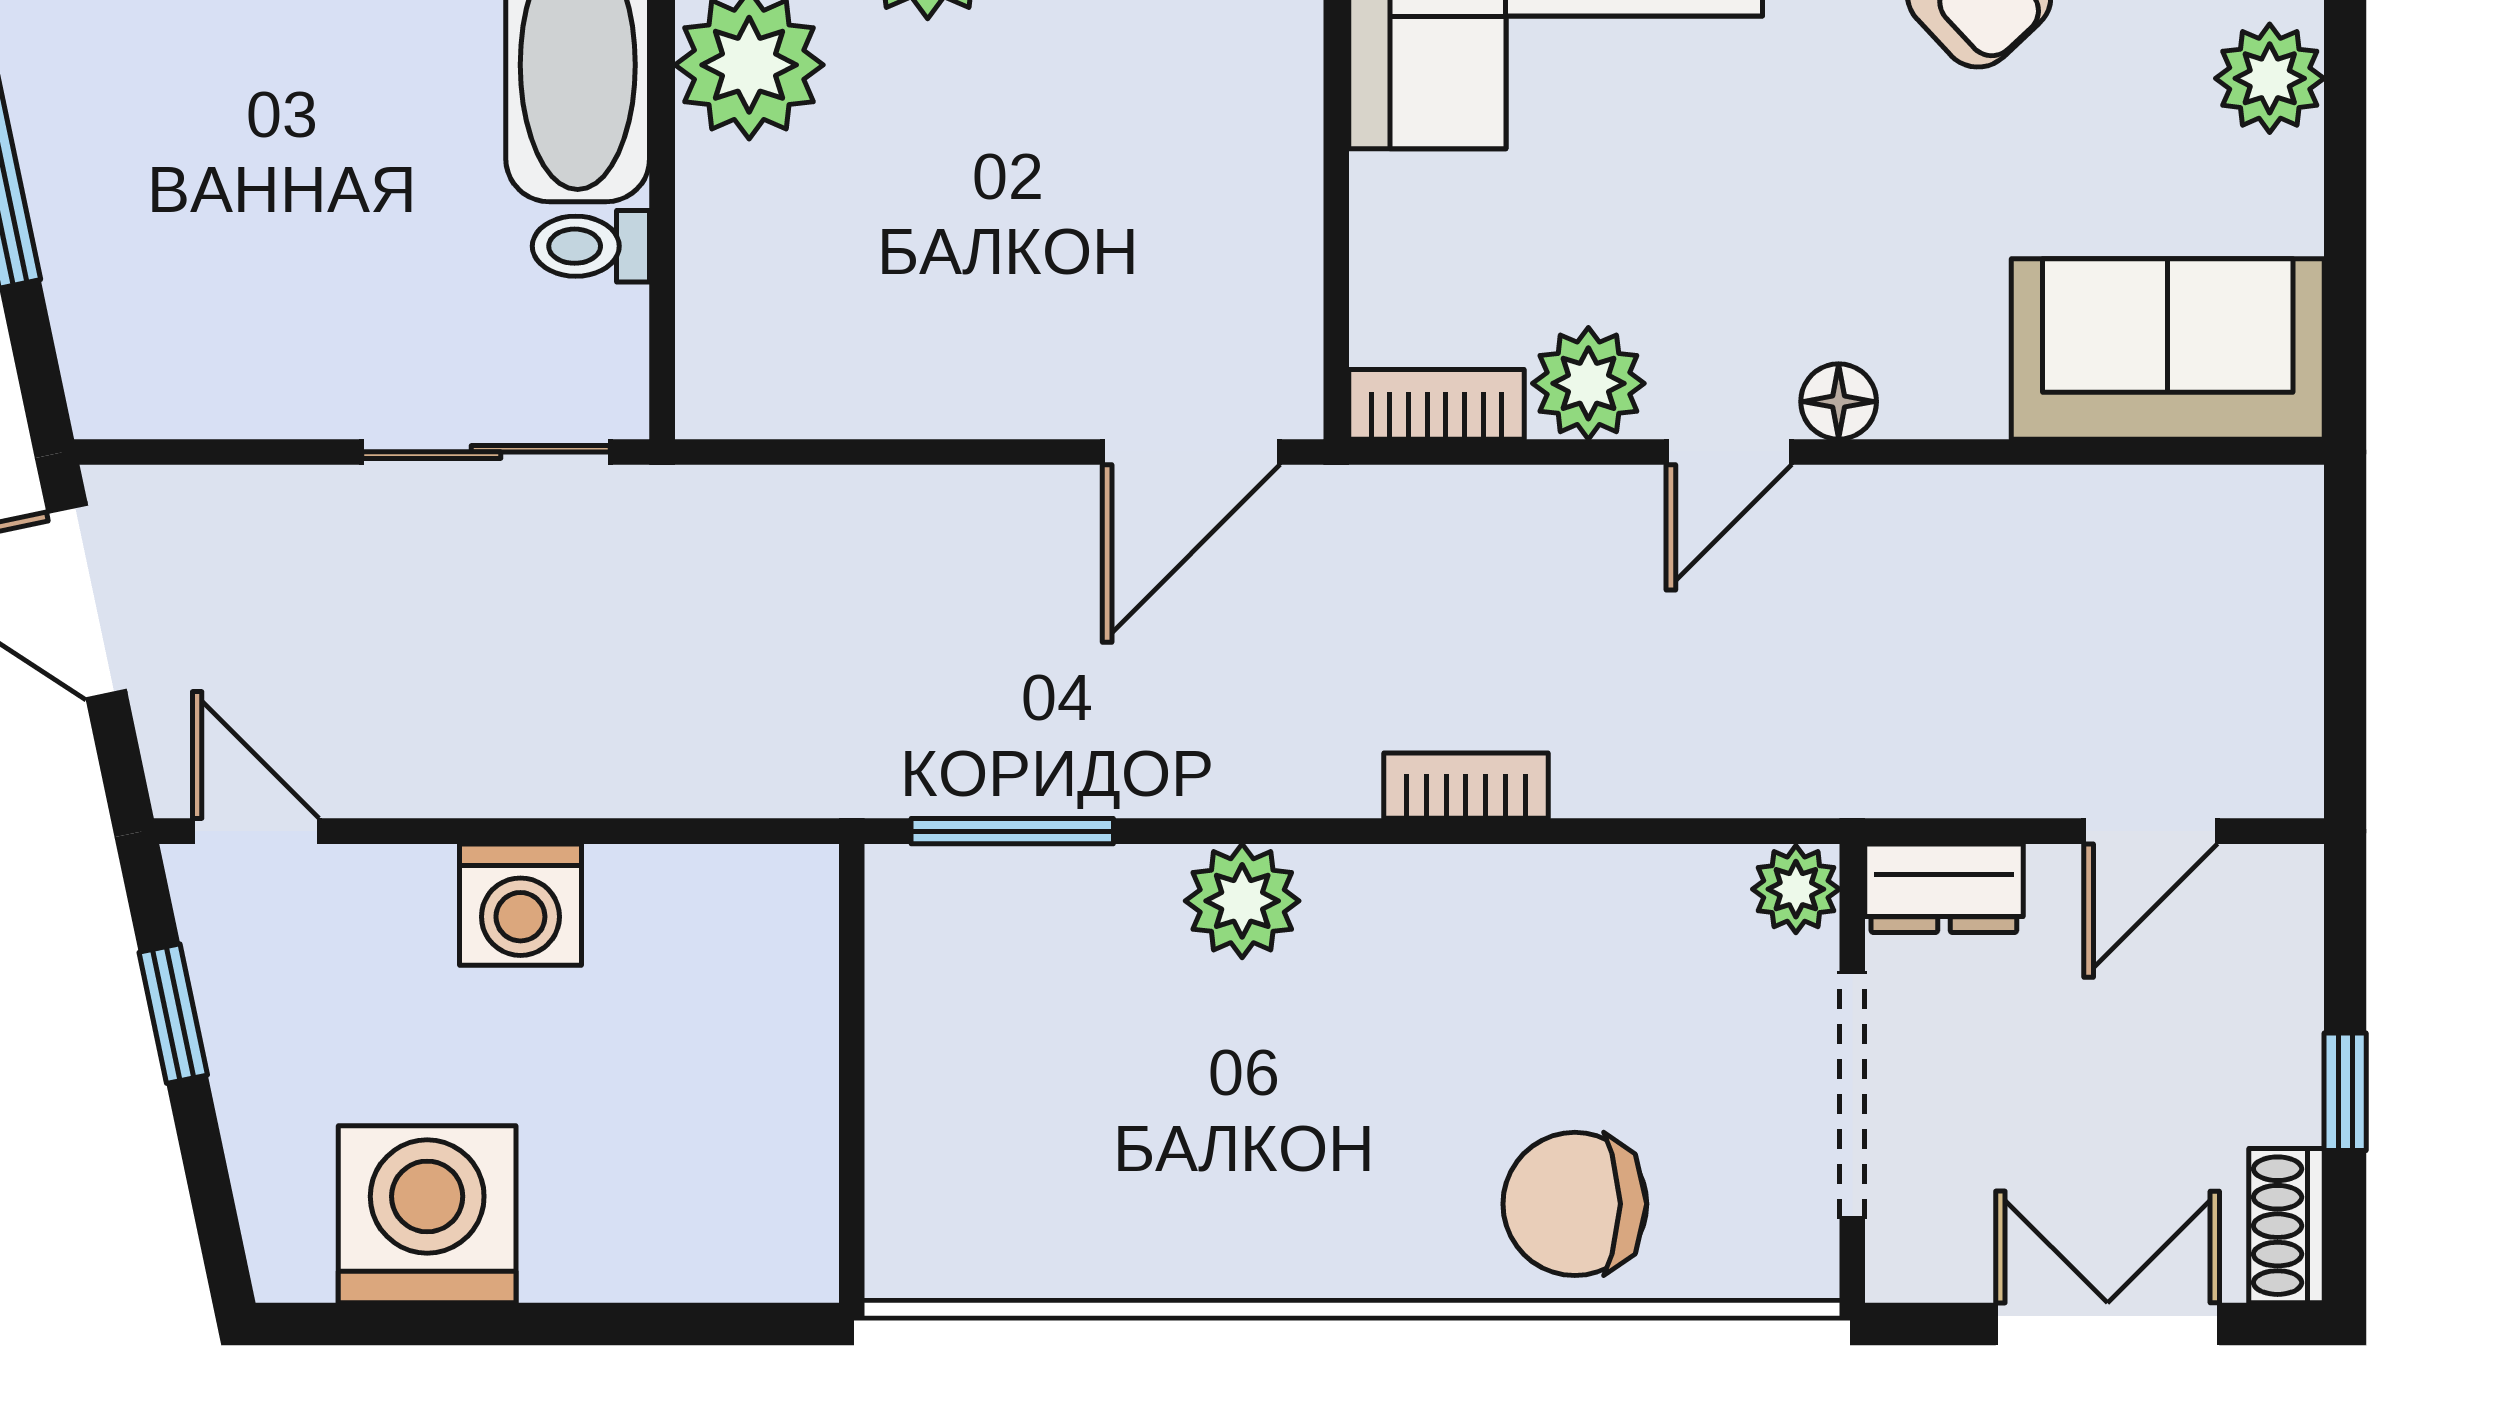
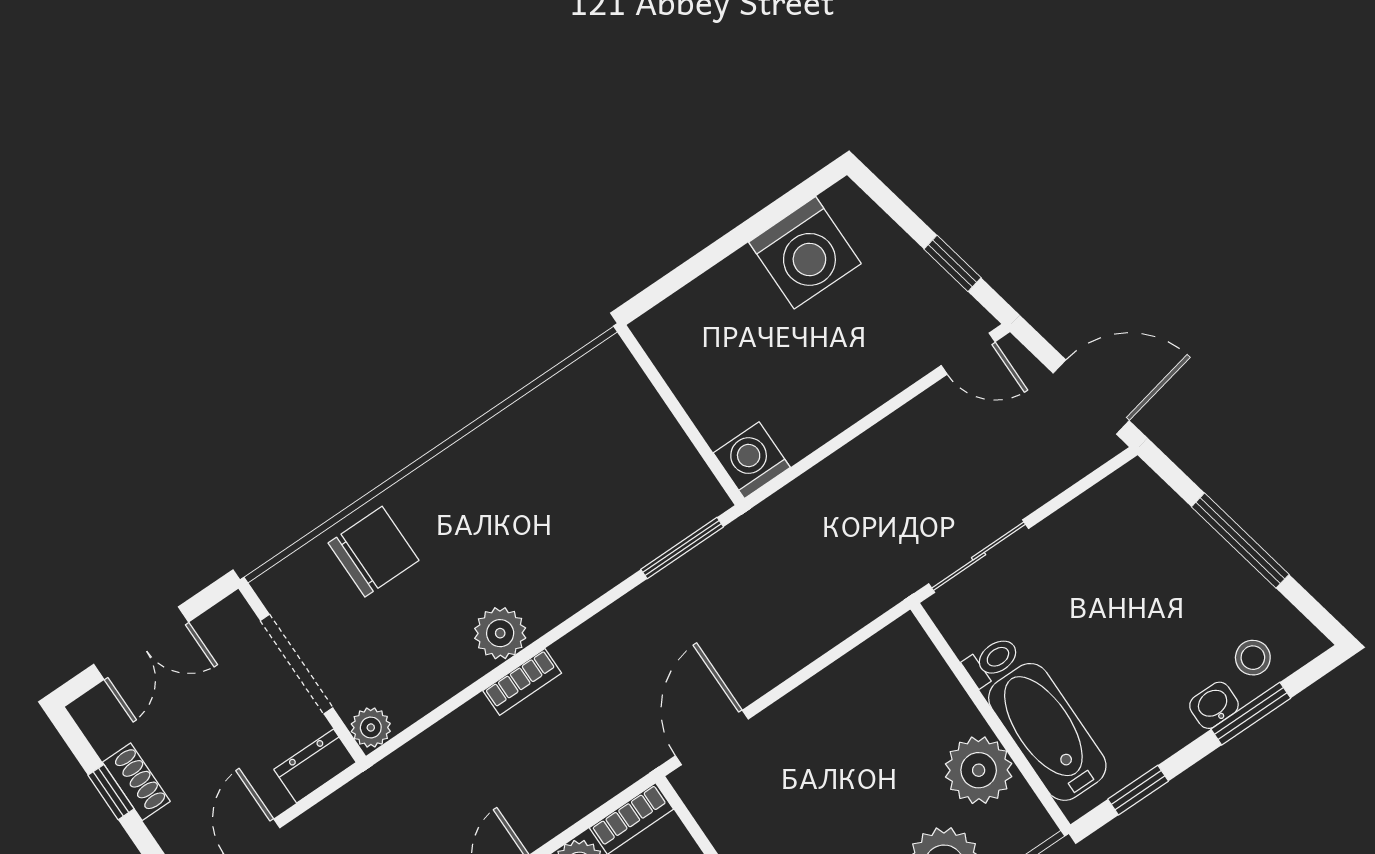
plant: (1242, 901) -> (500, 633), moved
washing machine: (520, 905) -> (752, 460), moved
shoe rack: (2287, 1226) -> (136, 782), moved

